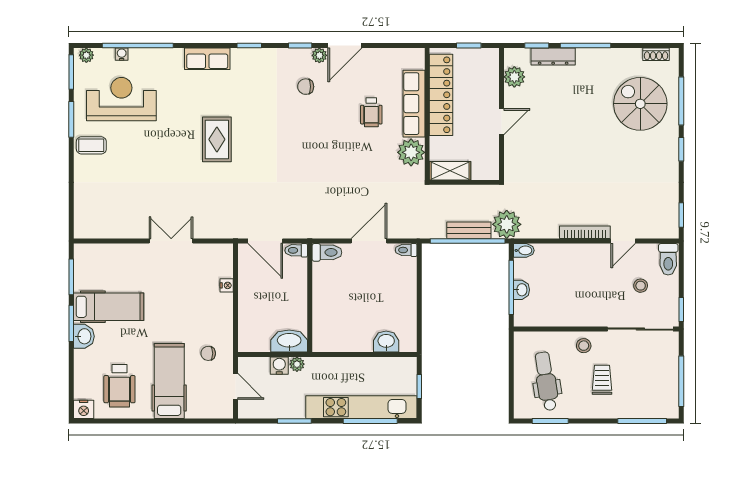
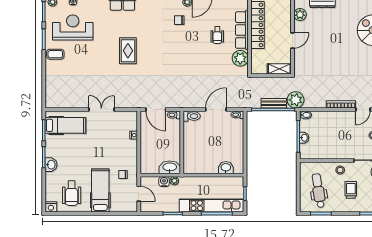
shelving: (450, 171) -> (279, 69), moved
hospital bed: (109, 307) -> (65, 125), moved

